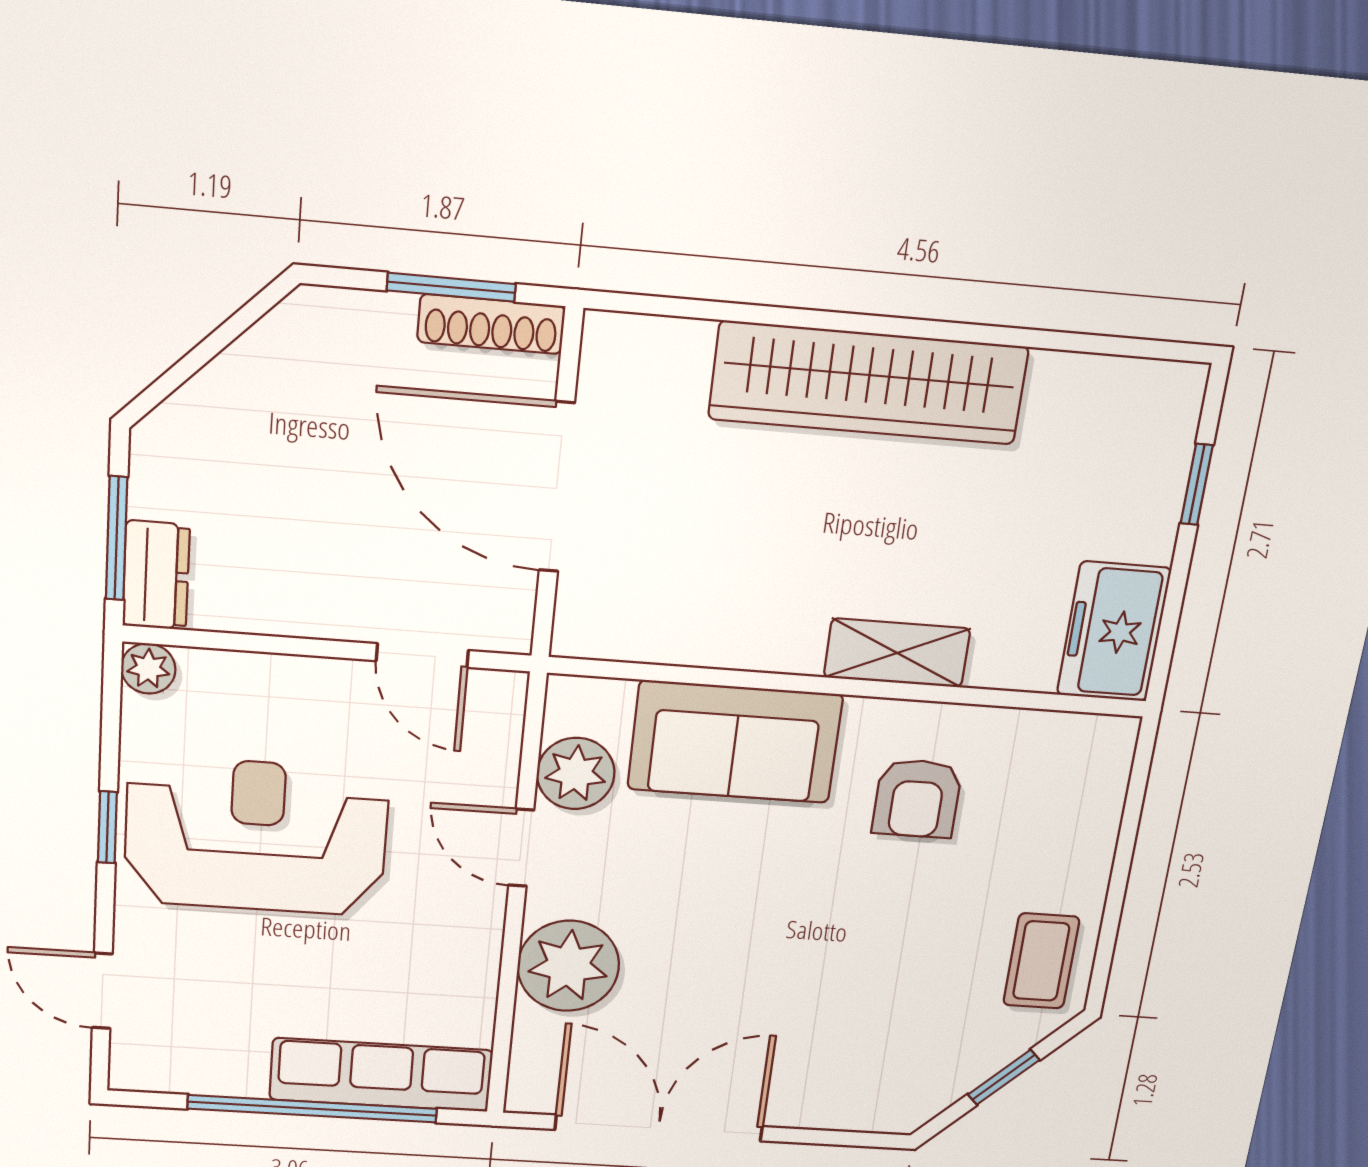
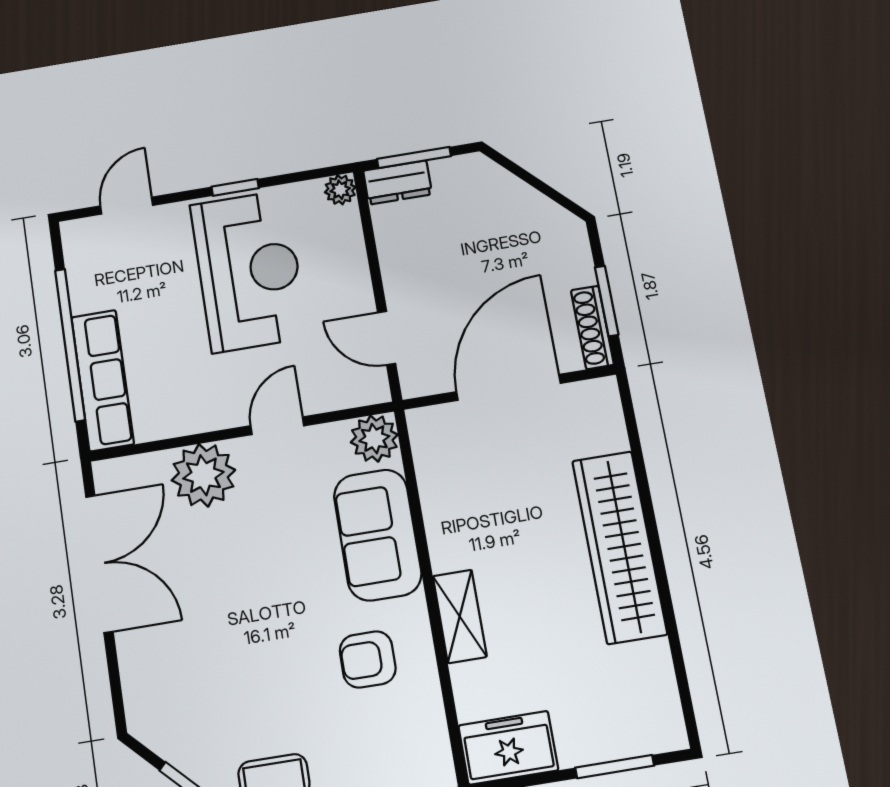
window: (1197, 484) -> (615, 767), width x1.50
door: (422, 656) -> (387, 338), hinge flipped
plant: (576, 774) -> (374, 439), moved

